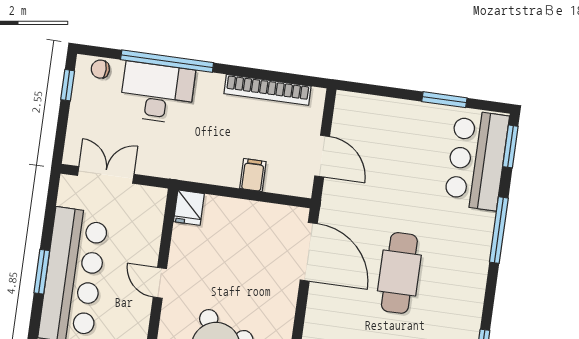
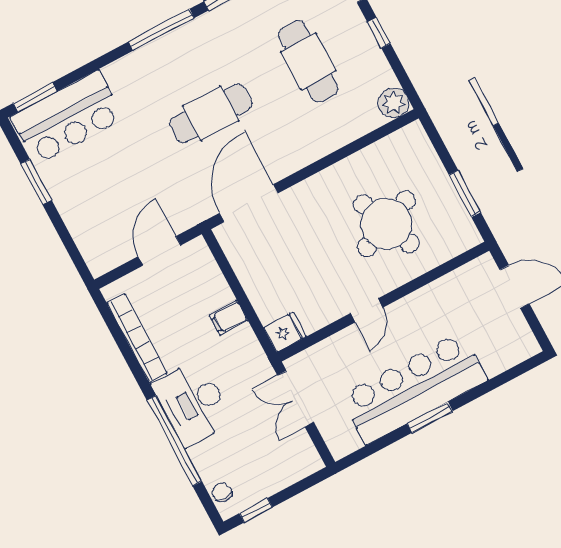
chair: (100, 69) -> (222, 492), turned 180
desk: (157, 93) -> (193, 403), moved
double door: (106, 175) -> (296, 399), moved
filing cabinet: (253, 175) -> (229, 318), moved
window: (499, 230) -> (161, 30), moved

